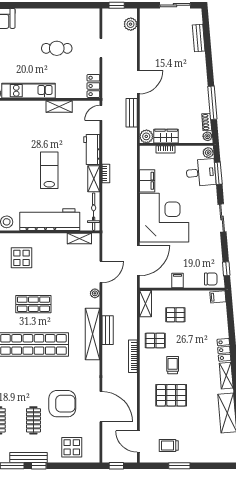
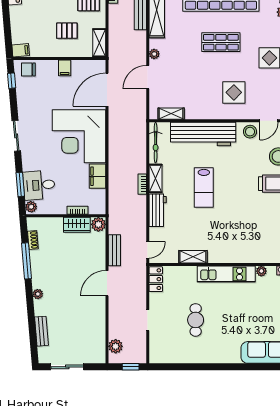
cafe table: (57, 48) -> (196, 320), turned 90
plant: (207, 136) -> (38, 294), moved

